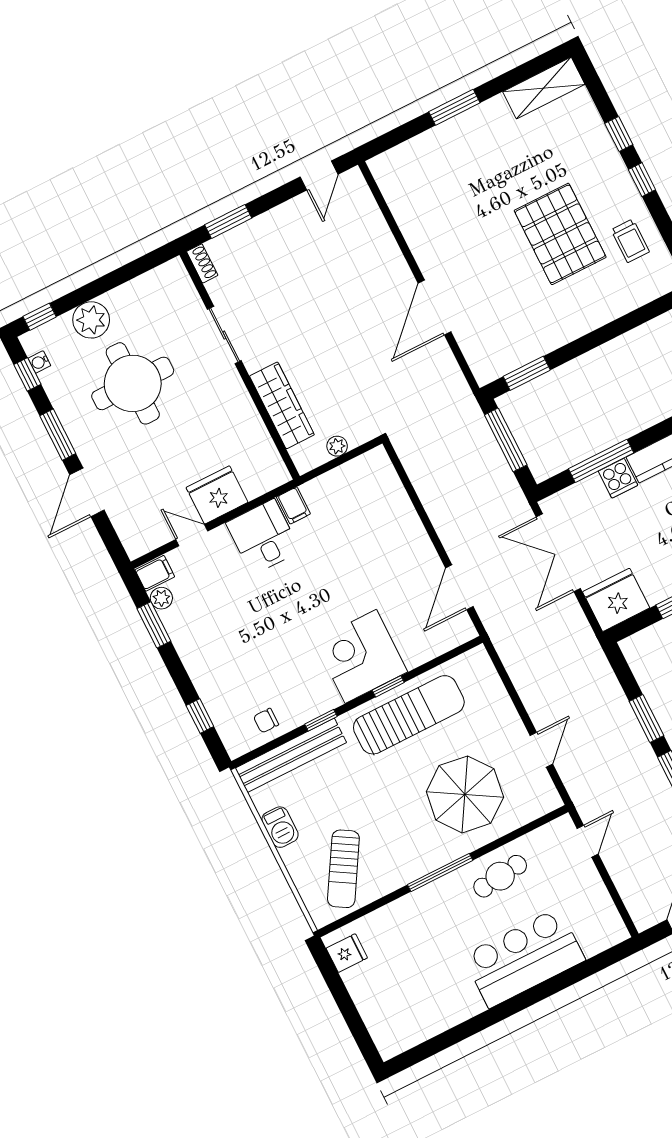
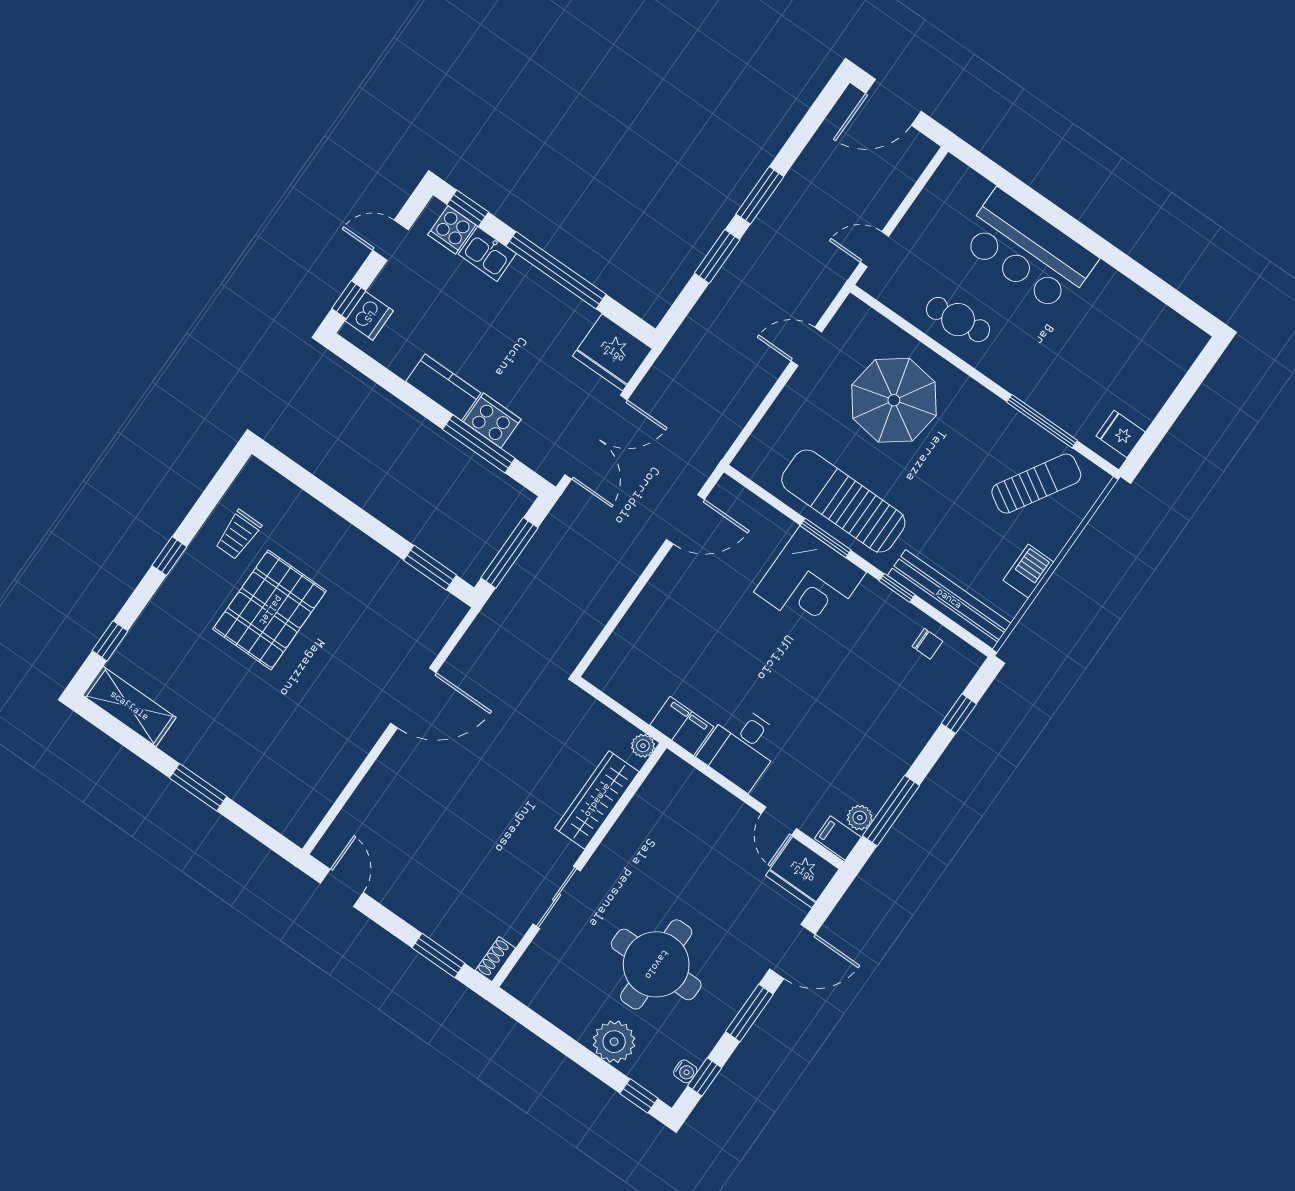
window: (619, 134) -> (110, 641), moved
door: (319, 176) -> (342, 888), hinge flipped
trolley: (630, 241) -> (238, 535), turned 180
plant: (337, 446) -> (643, 746), moved
cooker: (618, 478) -> (492, 421), width x1.36
fridge: (217, 495) -> (802, 872), moved
filing cabinet: (293, 505) -> (682, 726), width x2.00
window: (154, 625) -> (891, 811), width x1.44
window: (388, 686) -> (825, 538), width x1.50
window: (440, 872) -> (1042, 421), moved

